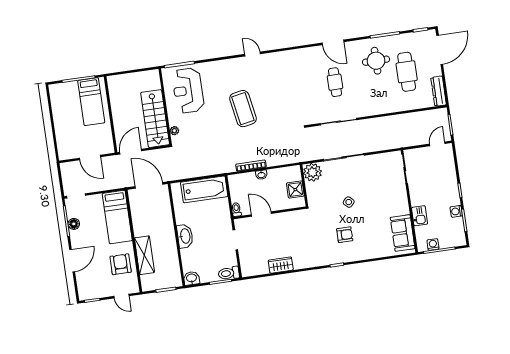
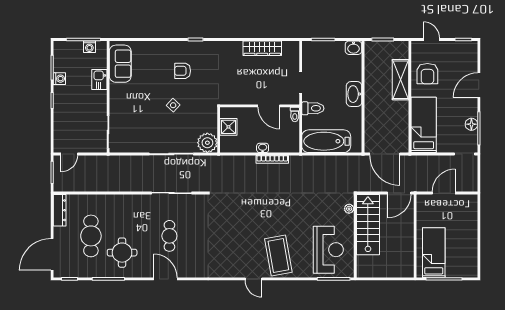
coffee table: (243, 109) -> (278, 256), moved
door: (90, 157) -> (444, 193), hinge flipped
wardrobe: (281, 265) -> (262, 48), width x1.50
toilet: (229, 273) -> (313, 108), moved

